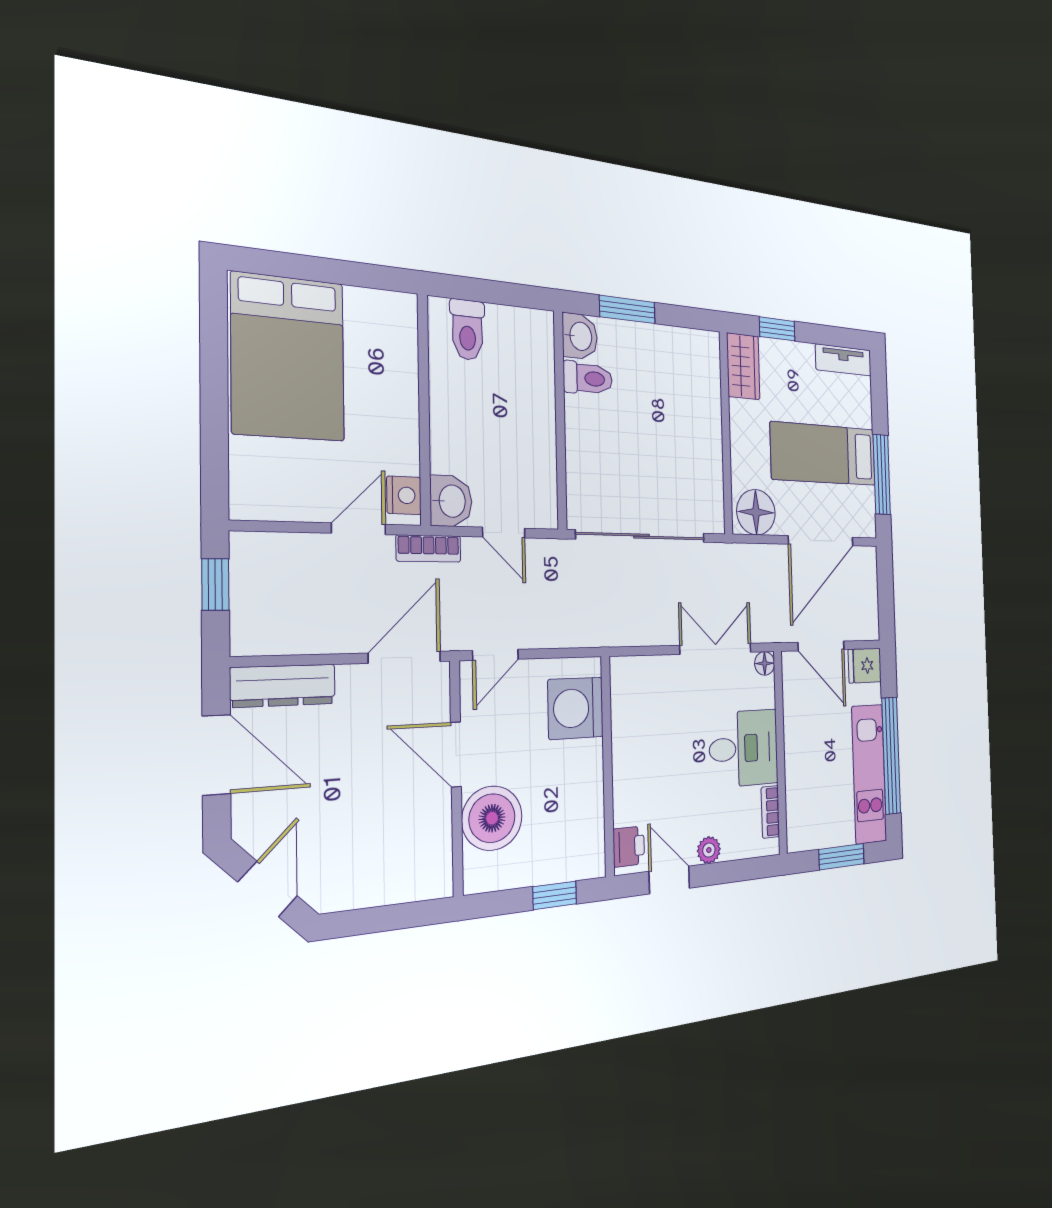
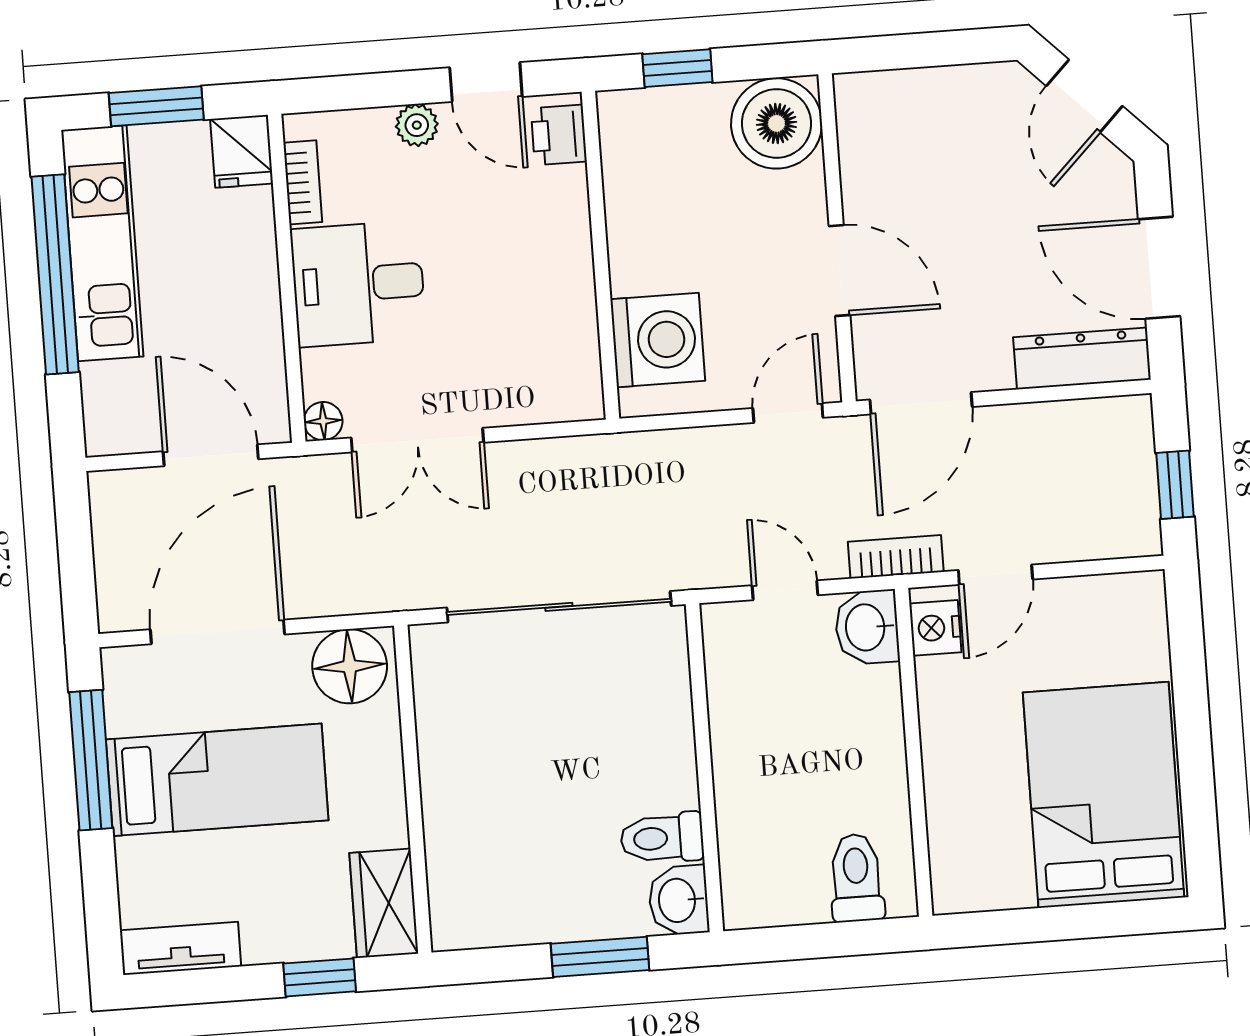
fridge: (865, 666) -> (242, 151), moved, turned 90
boiler: (492, 818) -> (777, 123), moved

